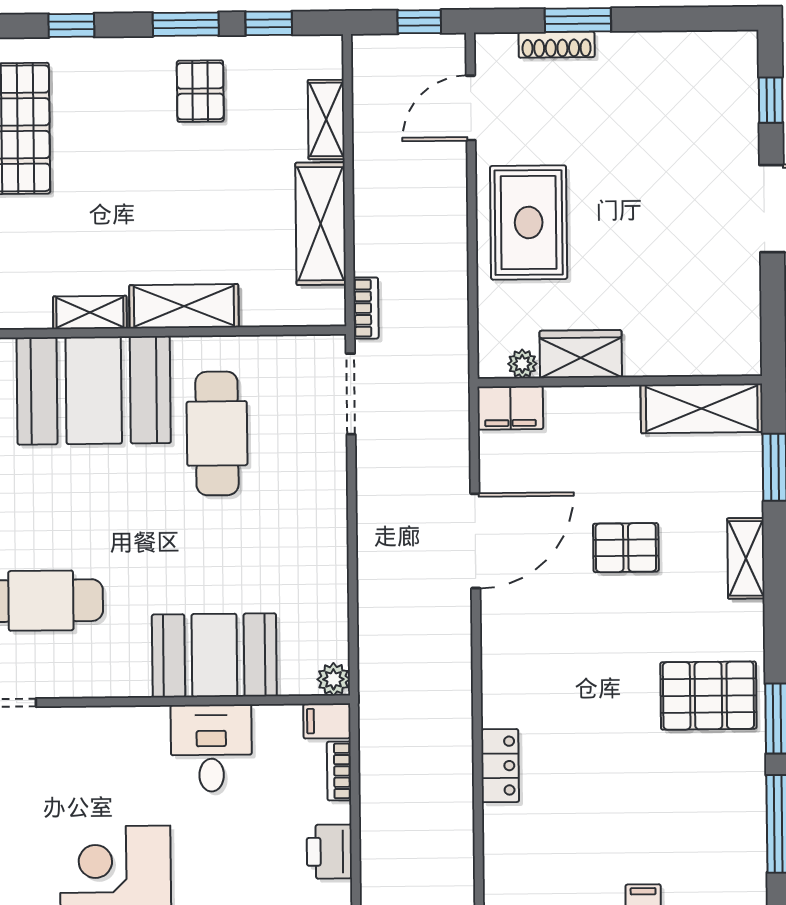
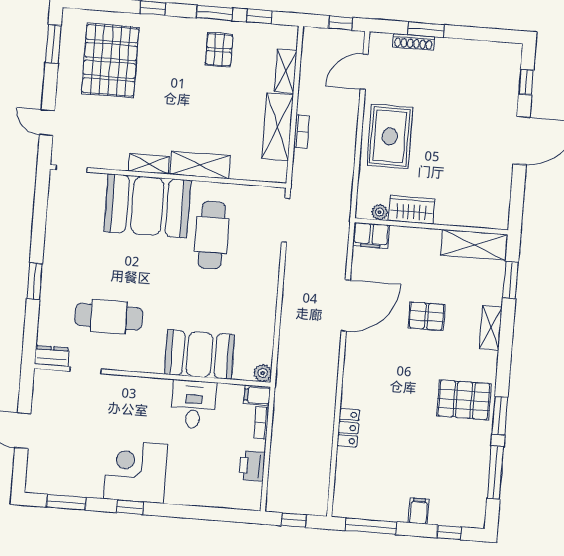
bookcase: (366, 308) -> (301, 131), moved

